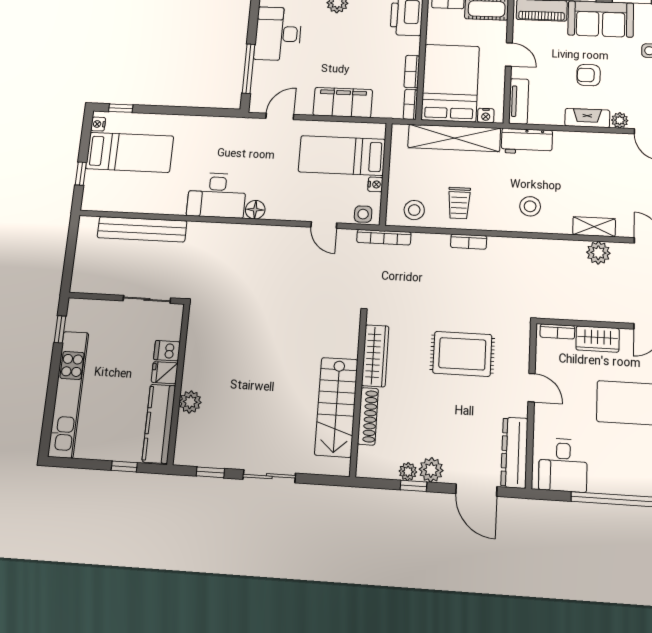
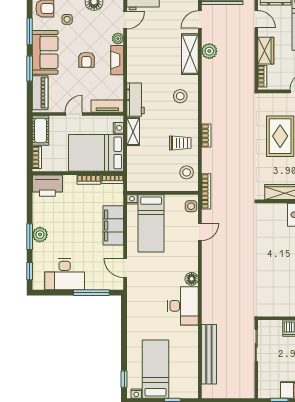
shelving: (454, 138) -> (133, 132), width x0.45, depth x0.75
nightstand: (375, 184) -> (132, 199), moved
shelving: (594, 227) -> (190, 54), width x1.50, depth x1.33

